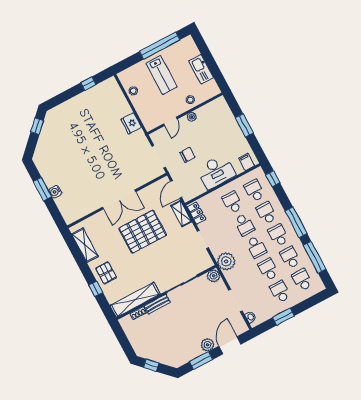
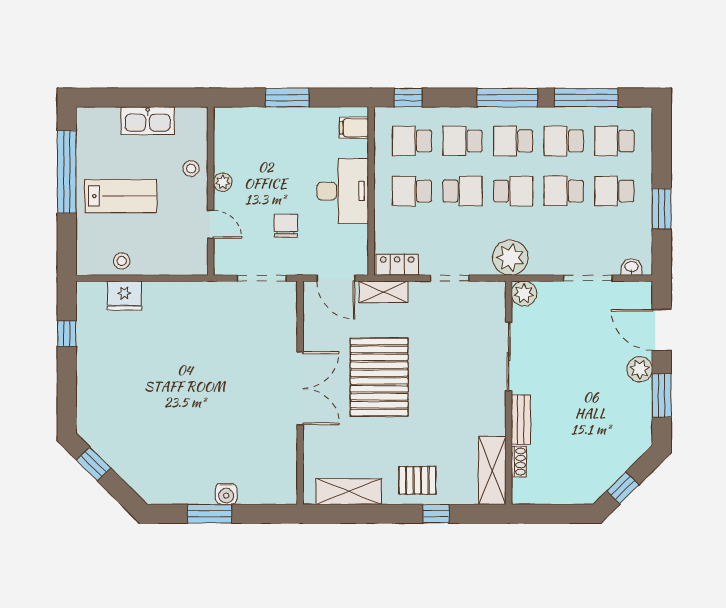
fridge: (131, 123) -> (124, 295), moved
shelving: (135, 300) -> (492, 470), width x0.68

